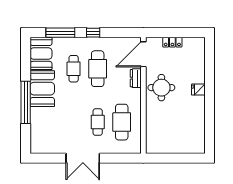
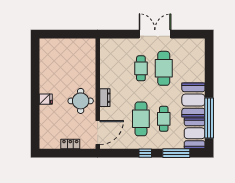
dresser: (136, 78) -> (105, 98), moved
window: (26, 102) -> (209, 118), moved
cafe table: (122, 122) -> (164, 68), moved

